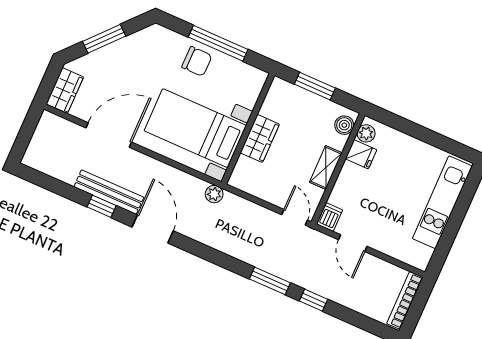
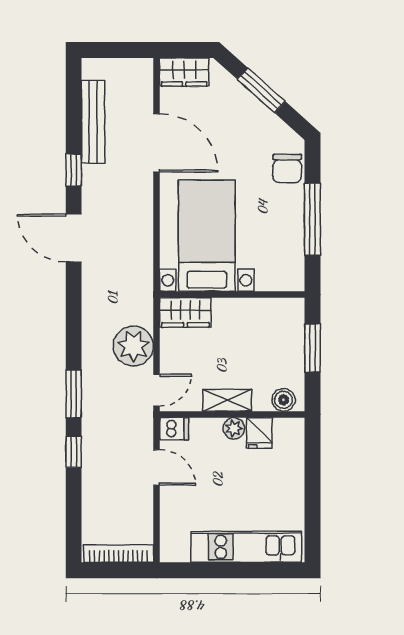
chair: (197, 61) -> (287, 169), moved
plant: (366, 133) -> (234, 428), moved
wardrobe: (260, 138) -> (185, 313), moved
bench: (109, 192) -> (93, 122), moved
plant: (214, 194) -> (133, 346), moved, width x1.88, depth x1.88
door: (153, 229) -> (74, 238), swing flipped
door: (353, 243) -> (157, 467), swing flipped

